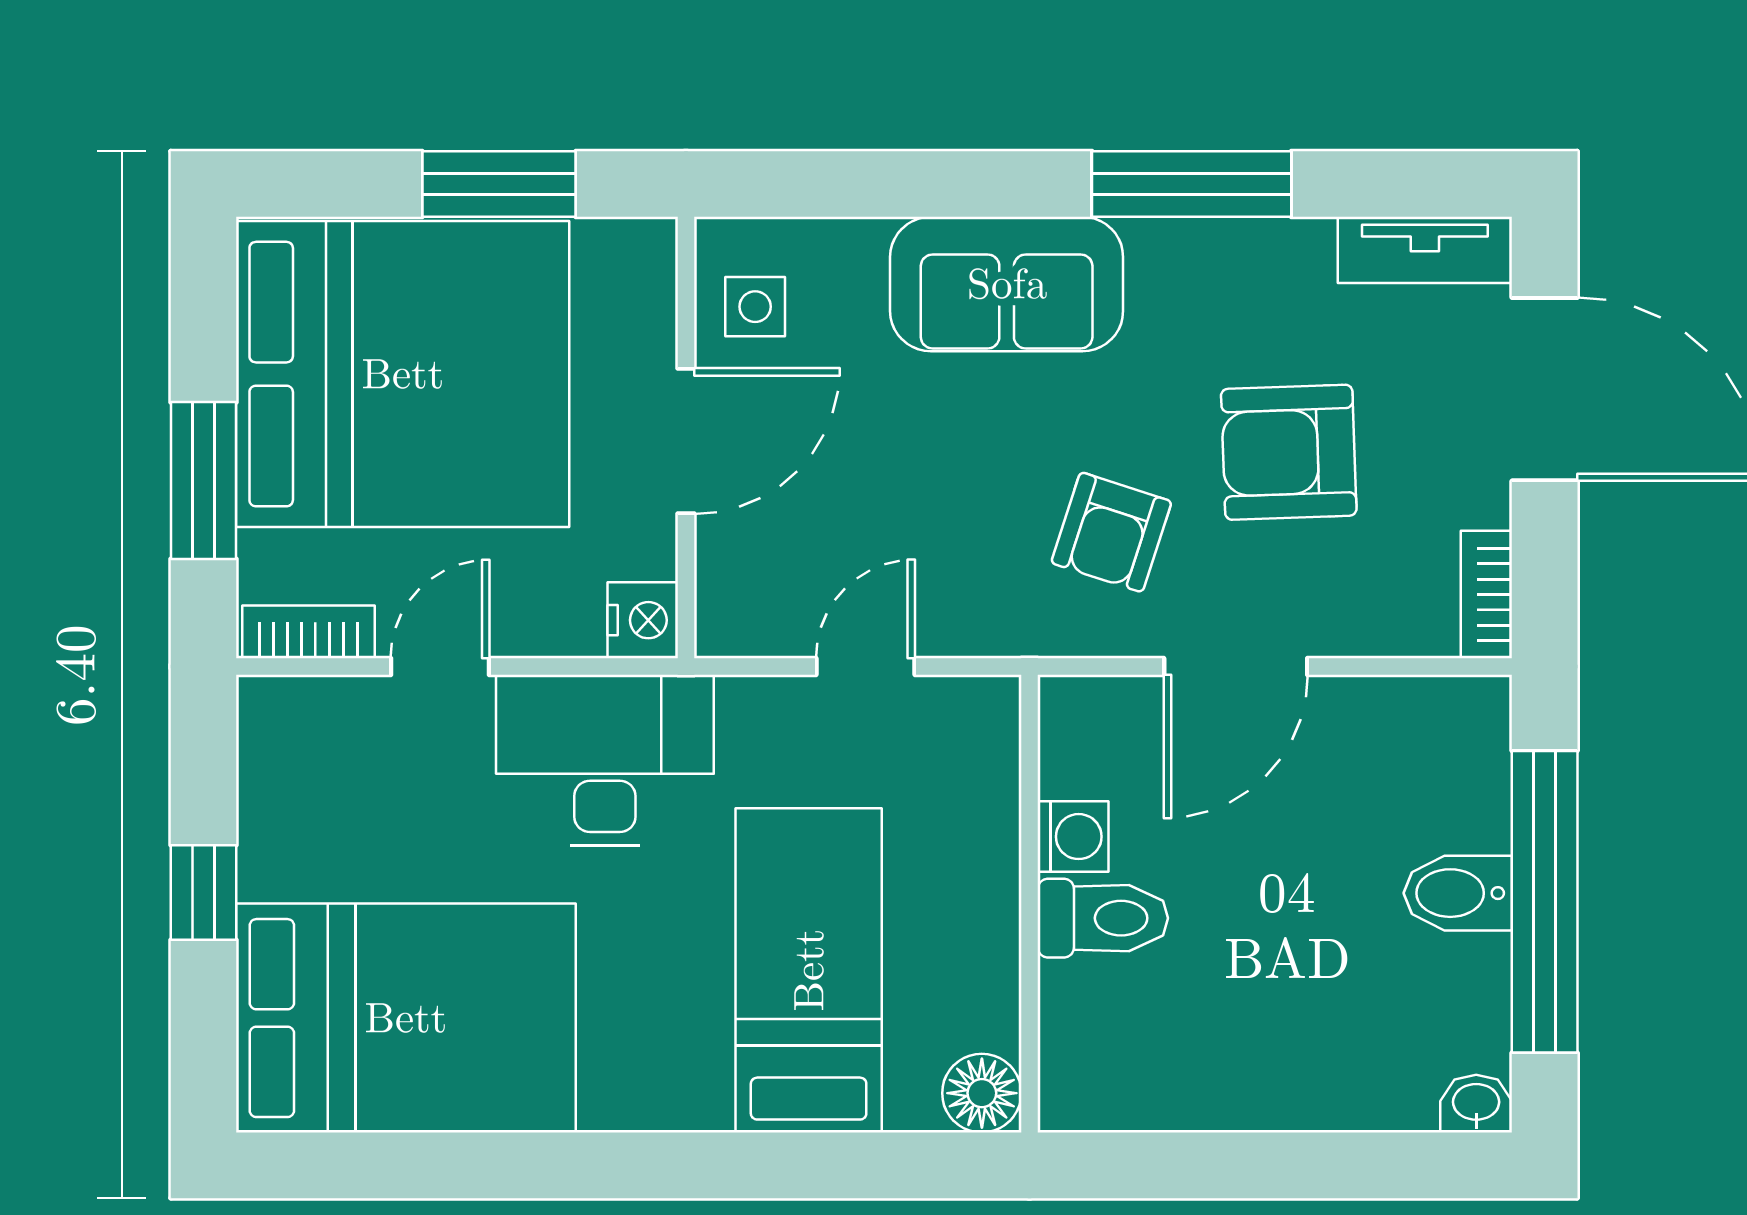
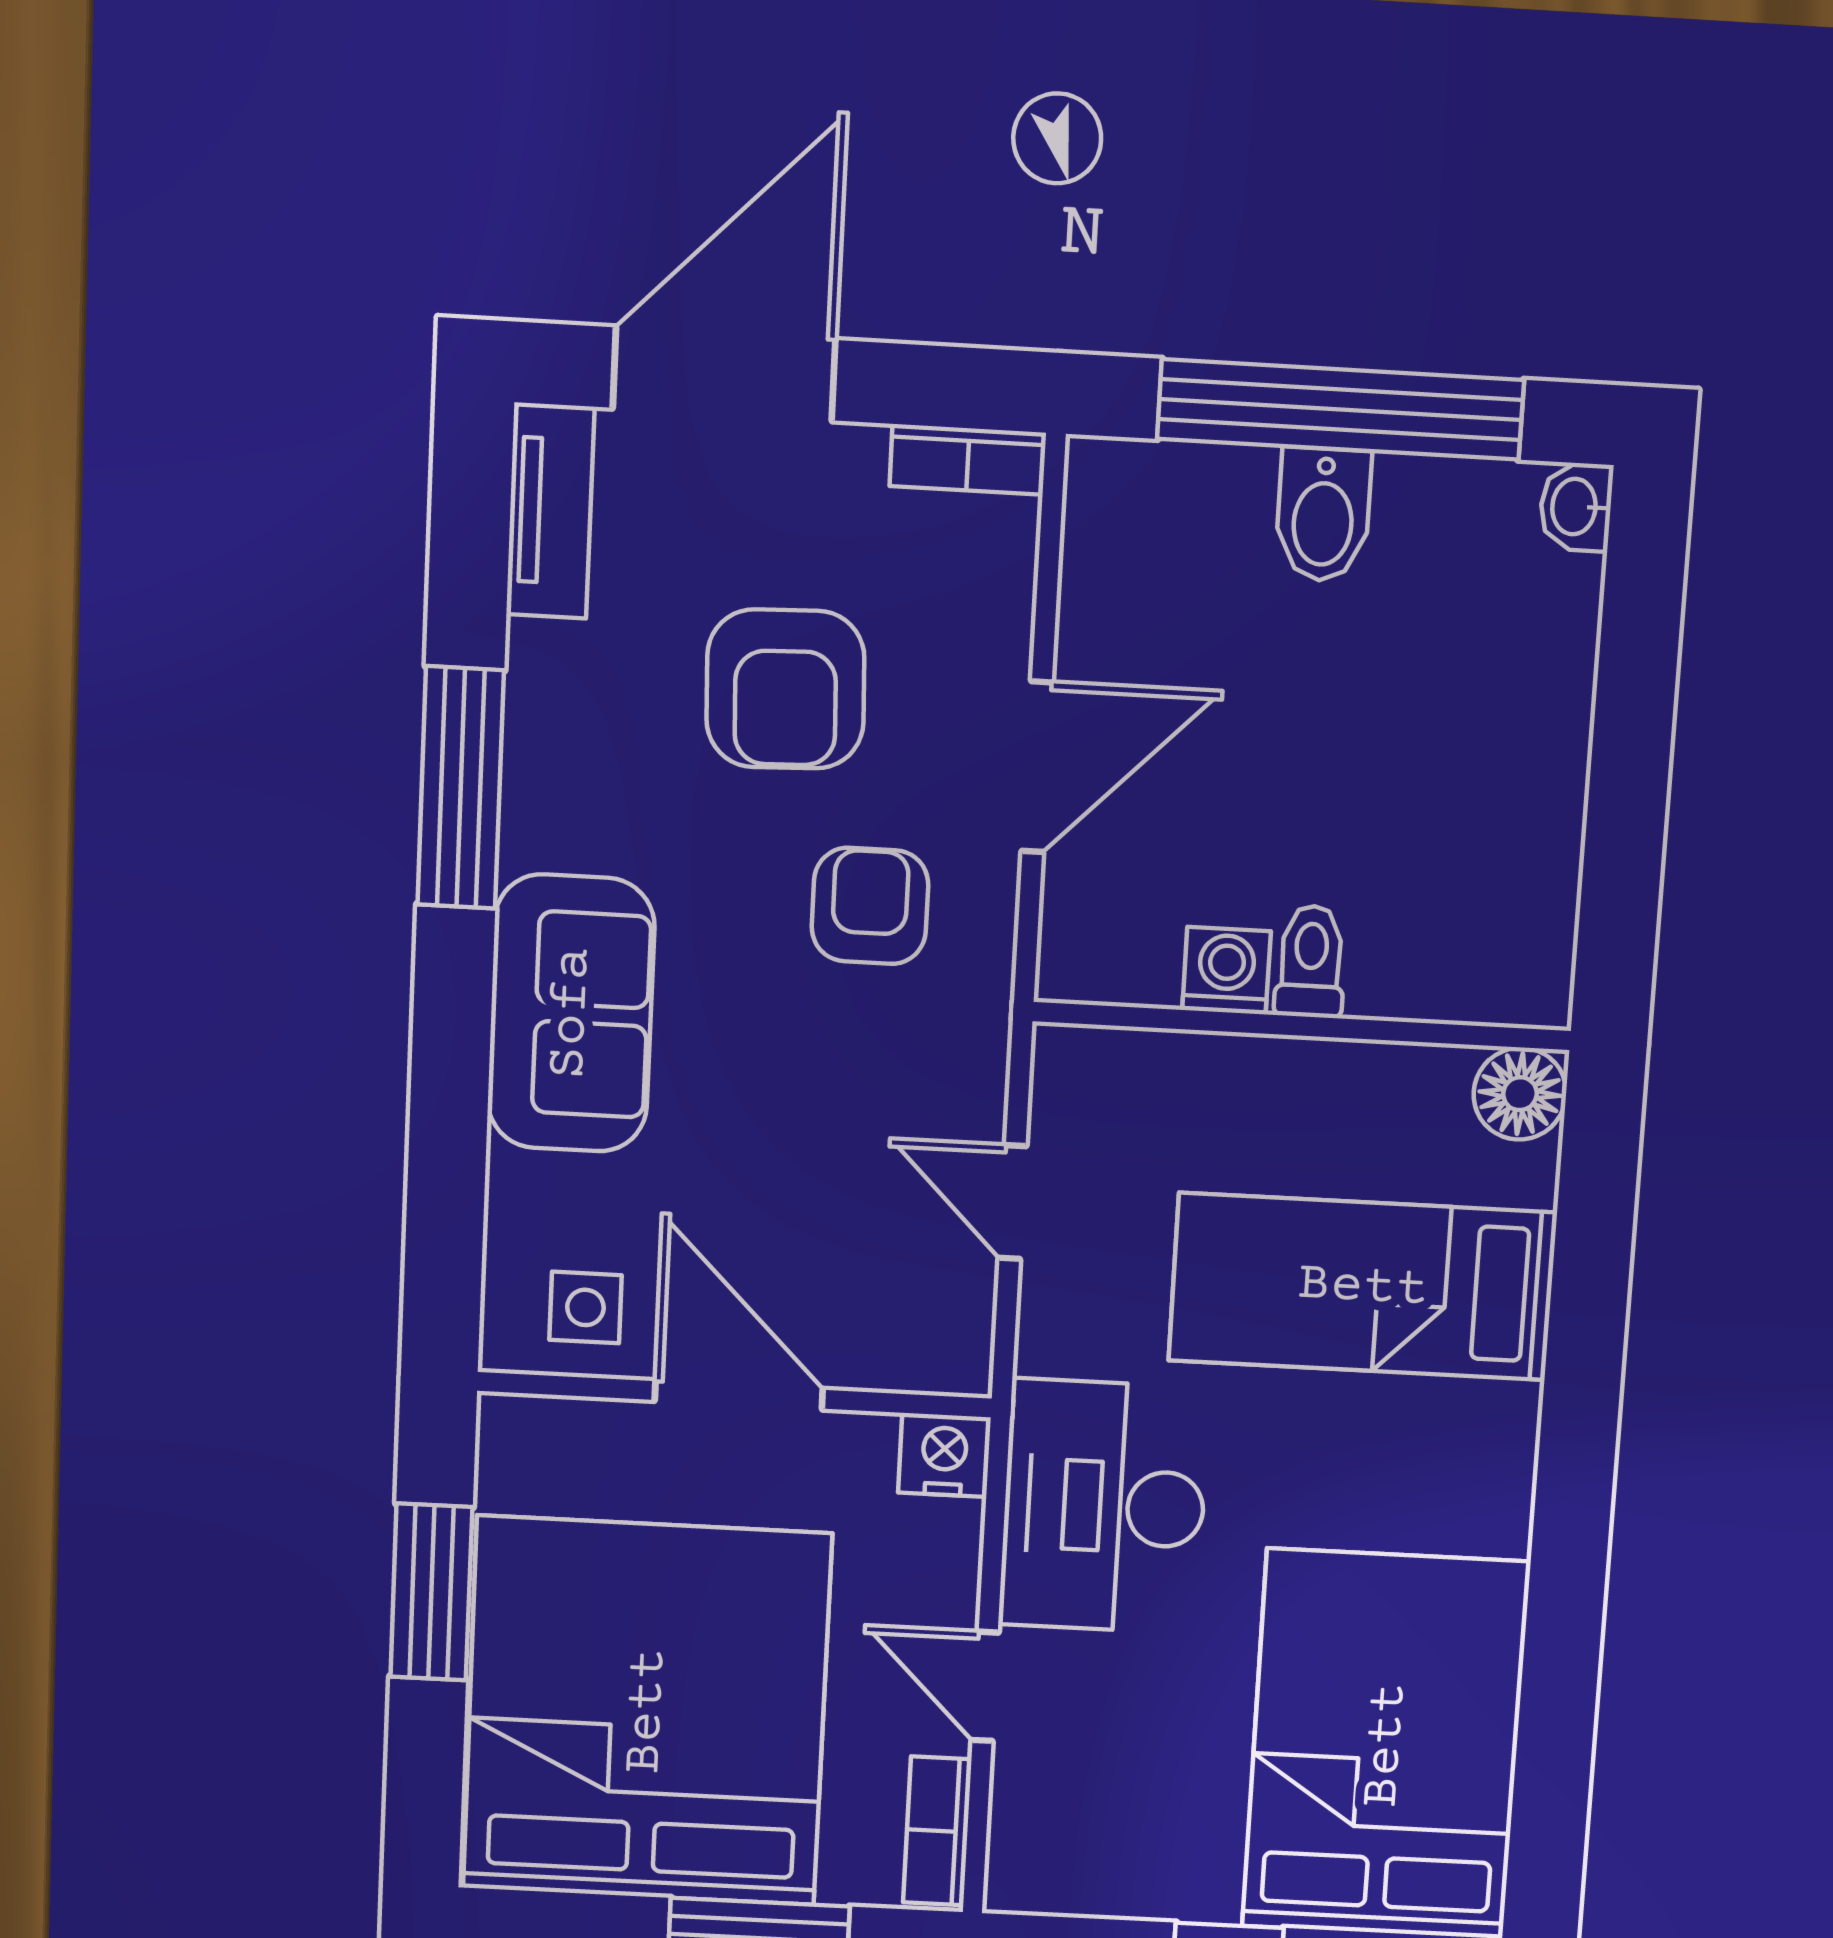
armchair: (1111, 532) -> (870, 906), turned -108
door: (1236, 666) -> (1037, 767), hinge flipped
toilet: (1103, 918) -> (1311, 961), width x0.73, depth x0.72

